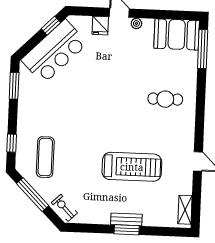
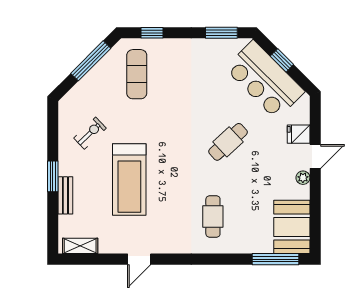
window: (51, 26) -> (282, 60), moved
cafe table: (104, 84) -> (228, 142), added
exercise mat: (45, 157) -> (137, 74), turned 90
exercise bike: (64, 208) -> (90, 133), moved
bench: (126, 219) -> (65, 195), moved

